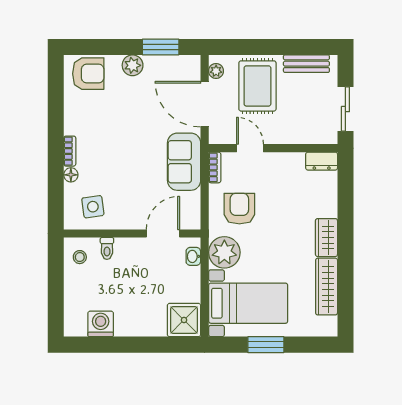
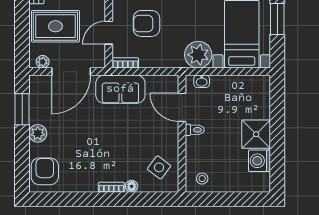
side table: (93, 207) -> (159, 167), turned 45
armchair: (239, 209) -> (146, 23), moved
toilet: (107, 248) -> (195, 130), moved
shower: (184, 320) -> (256, 134), moved

